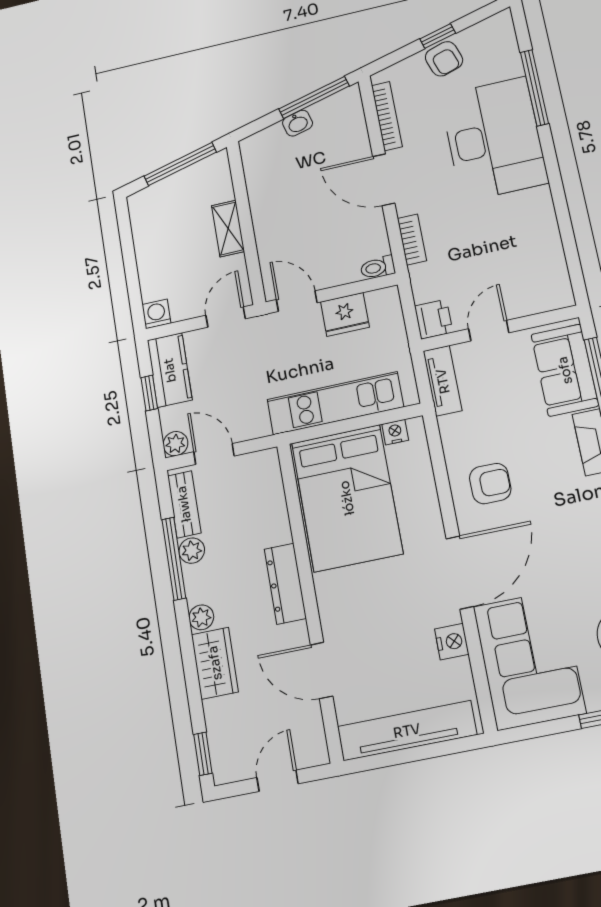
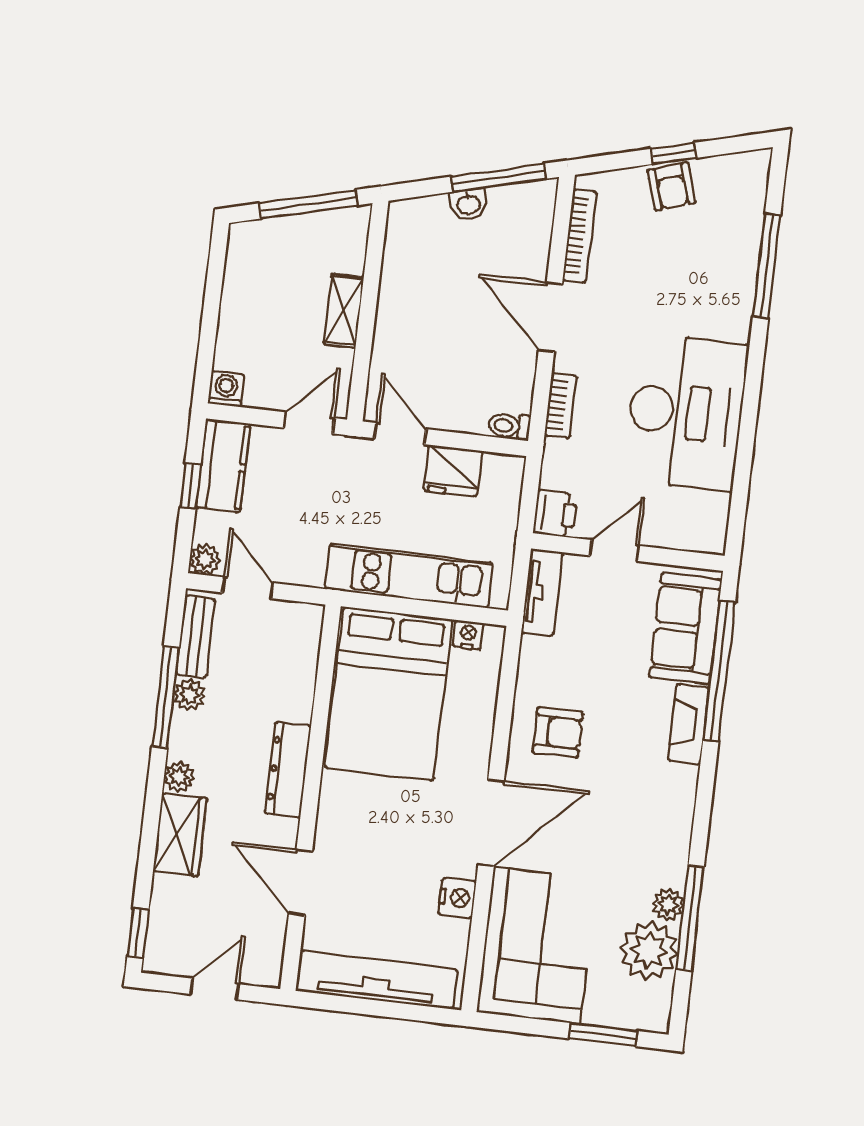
desk: (494, 139) -> (686, 412), moved

